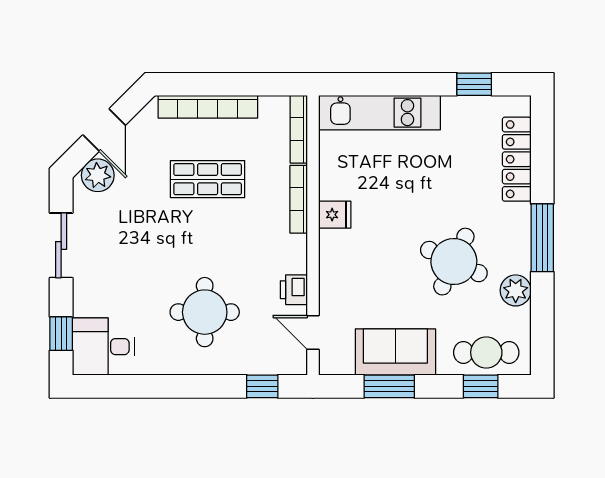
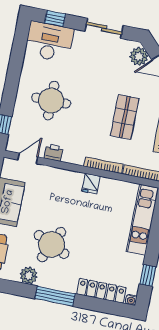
water cooler: (522, 105) -> (131, 300), added
desk: (103, 347) -> (49, 42), width x1.37

